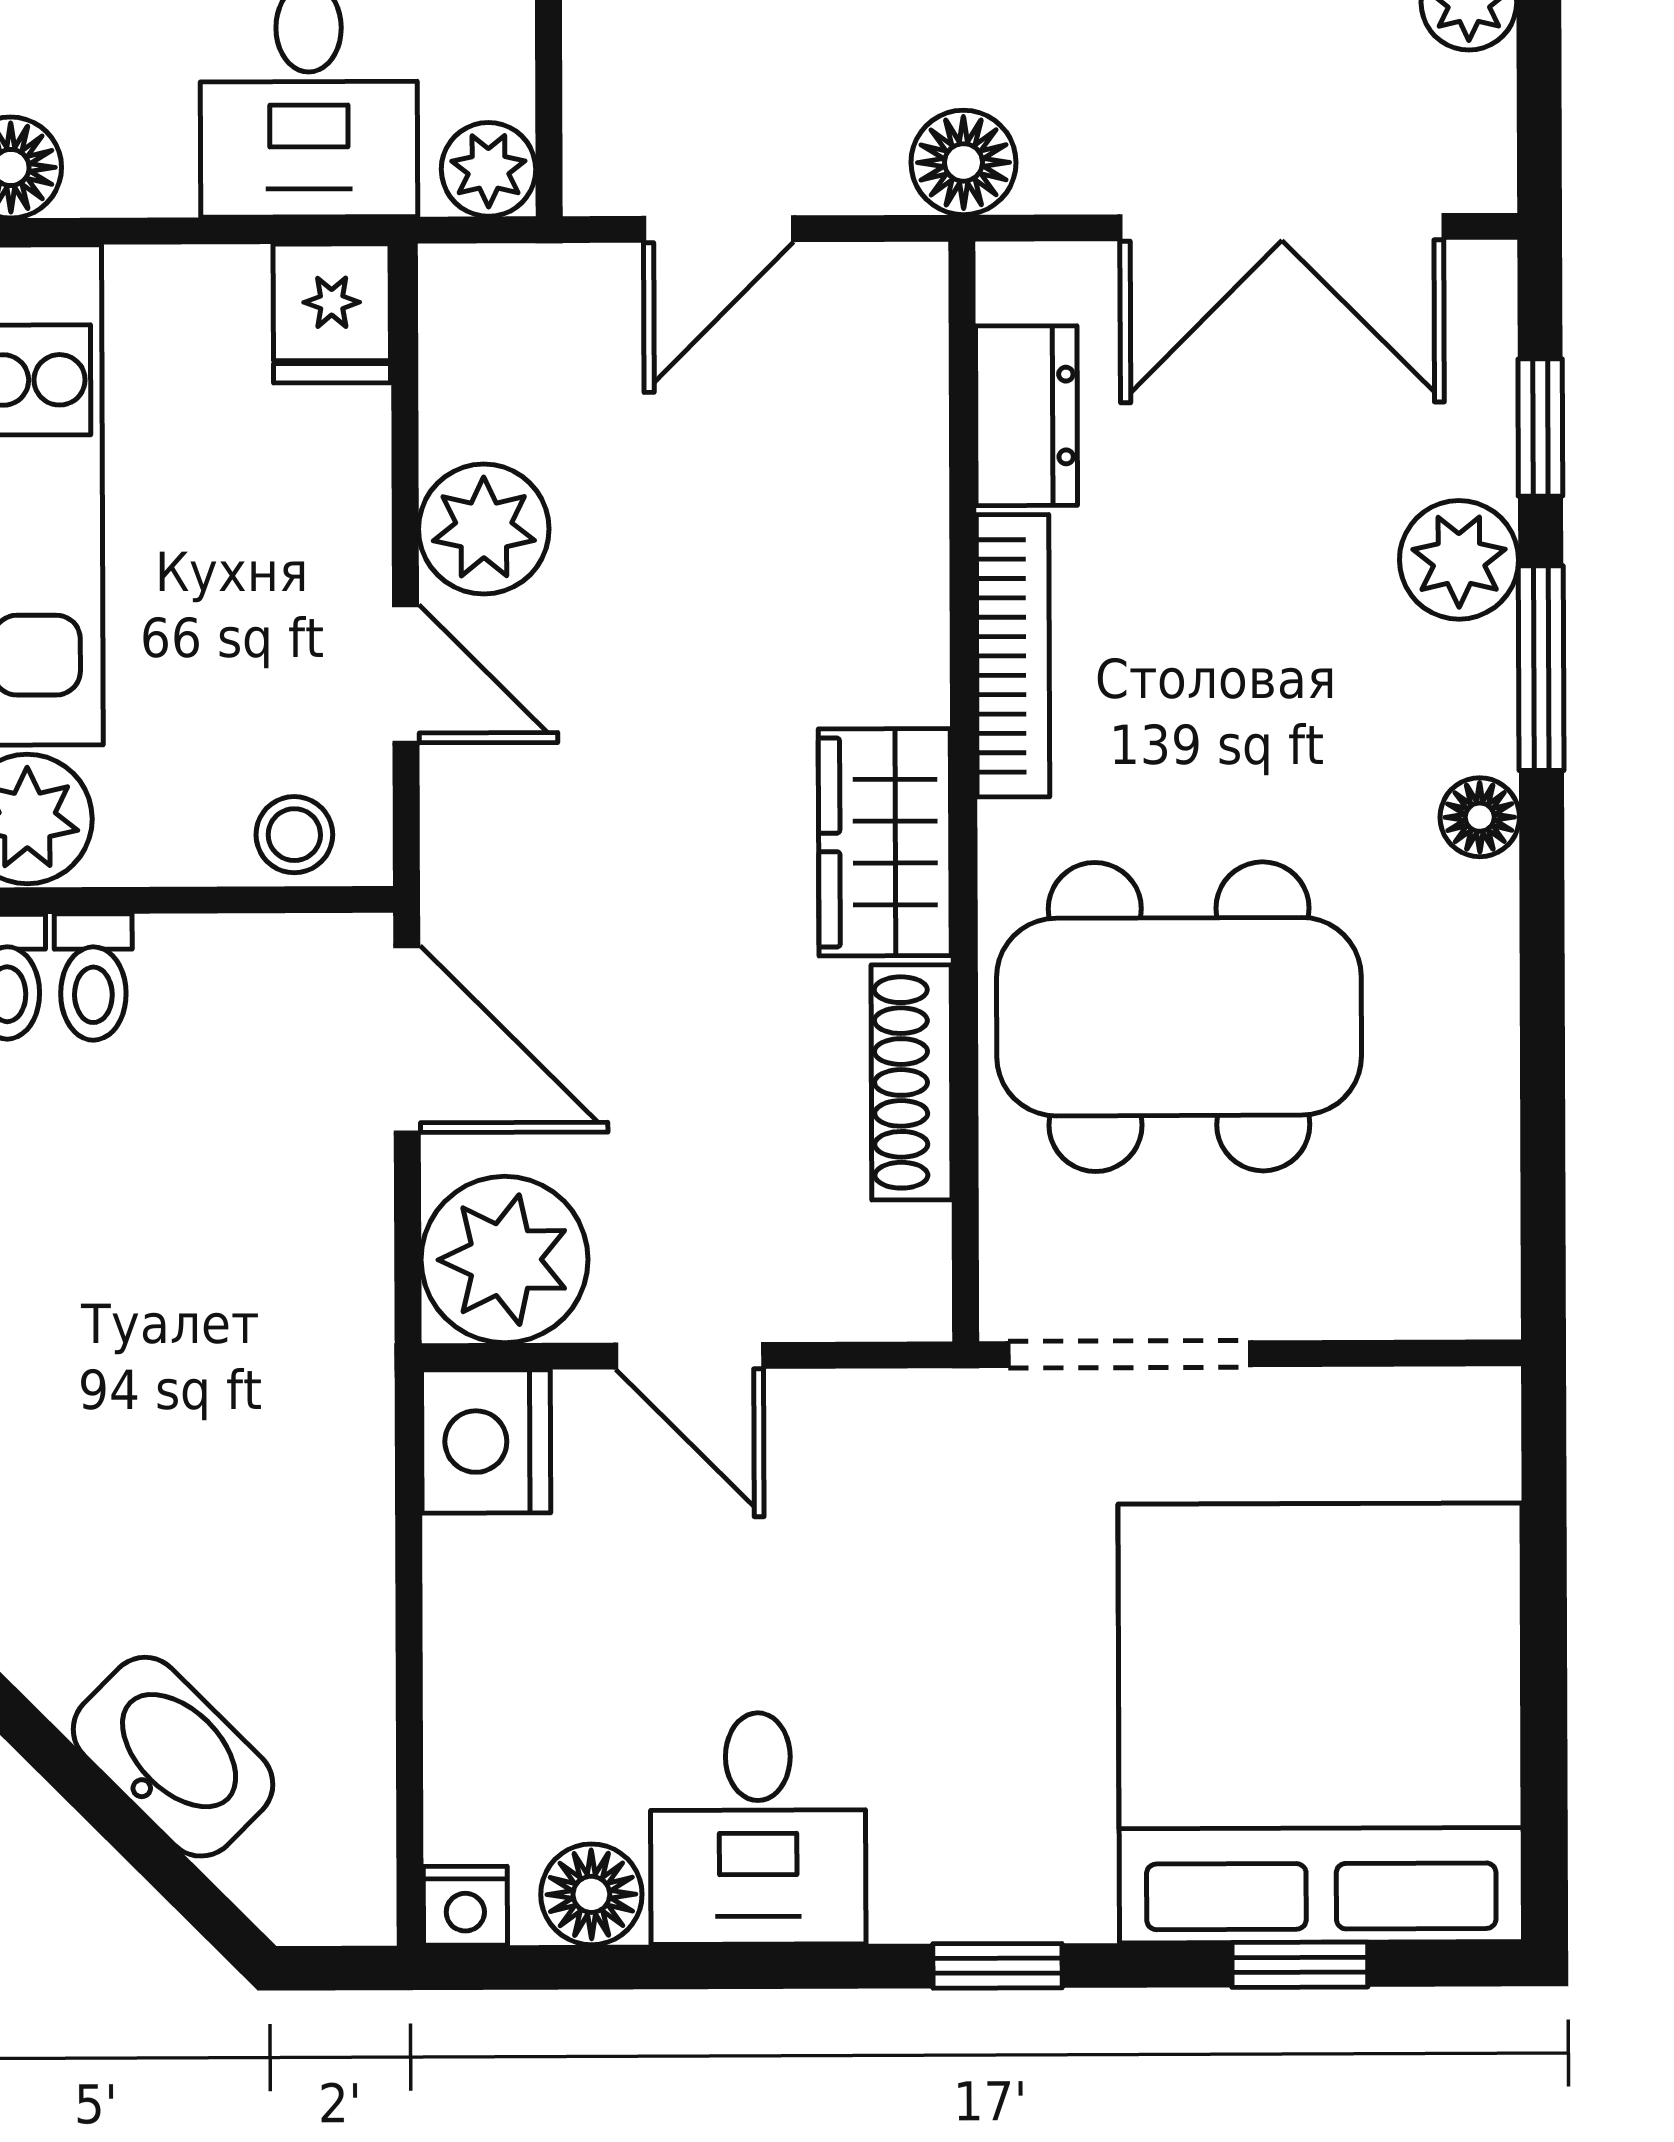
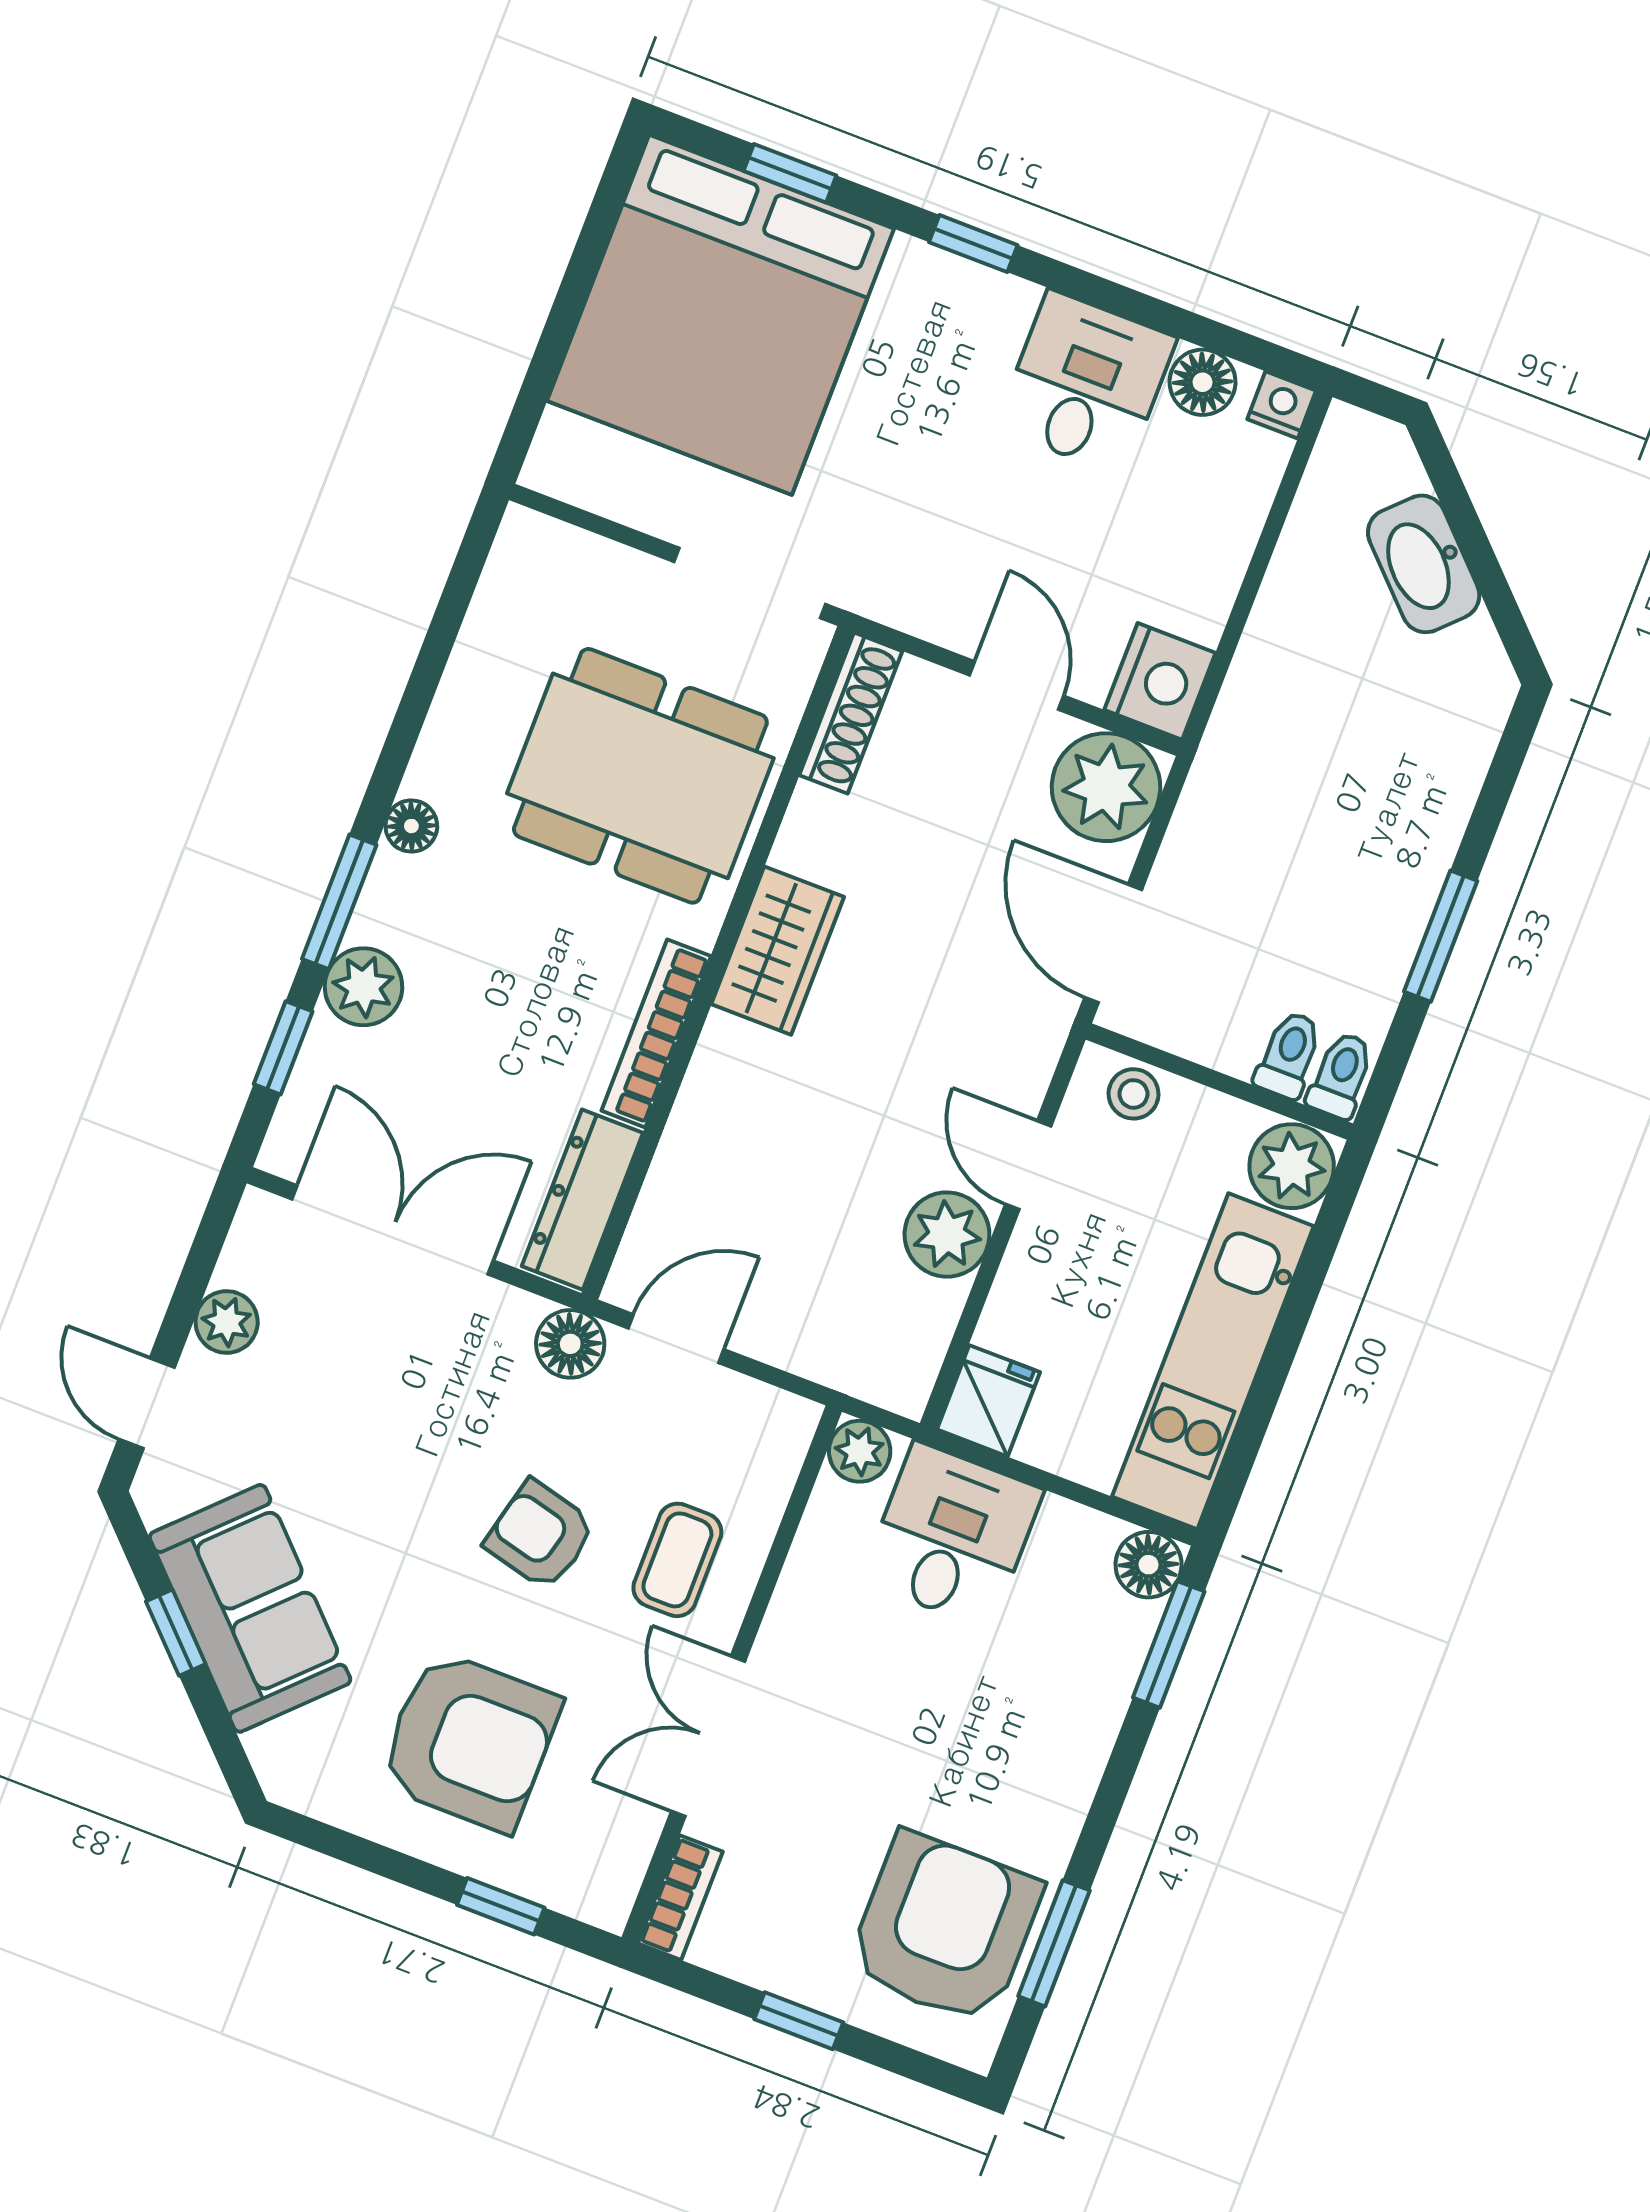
door: (719, 229) -> (676, 1339), moved
dresser: (1026, 416) -> (582, 1200), width x1.44
shoe rack: (911, 1082) -> (851, 713), moved

